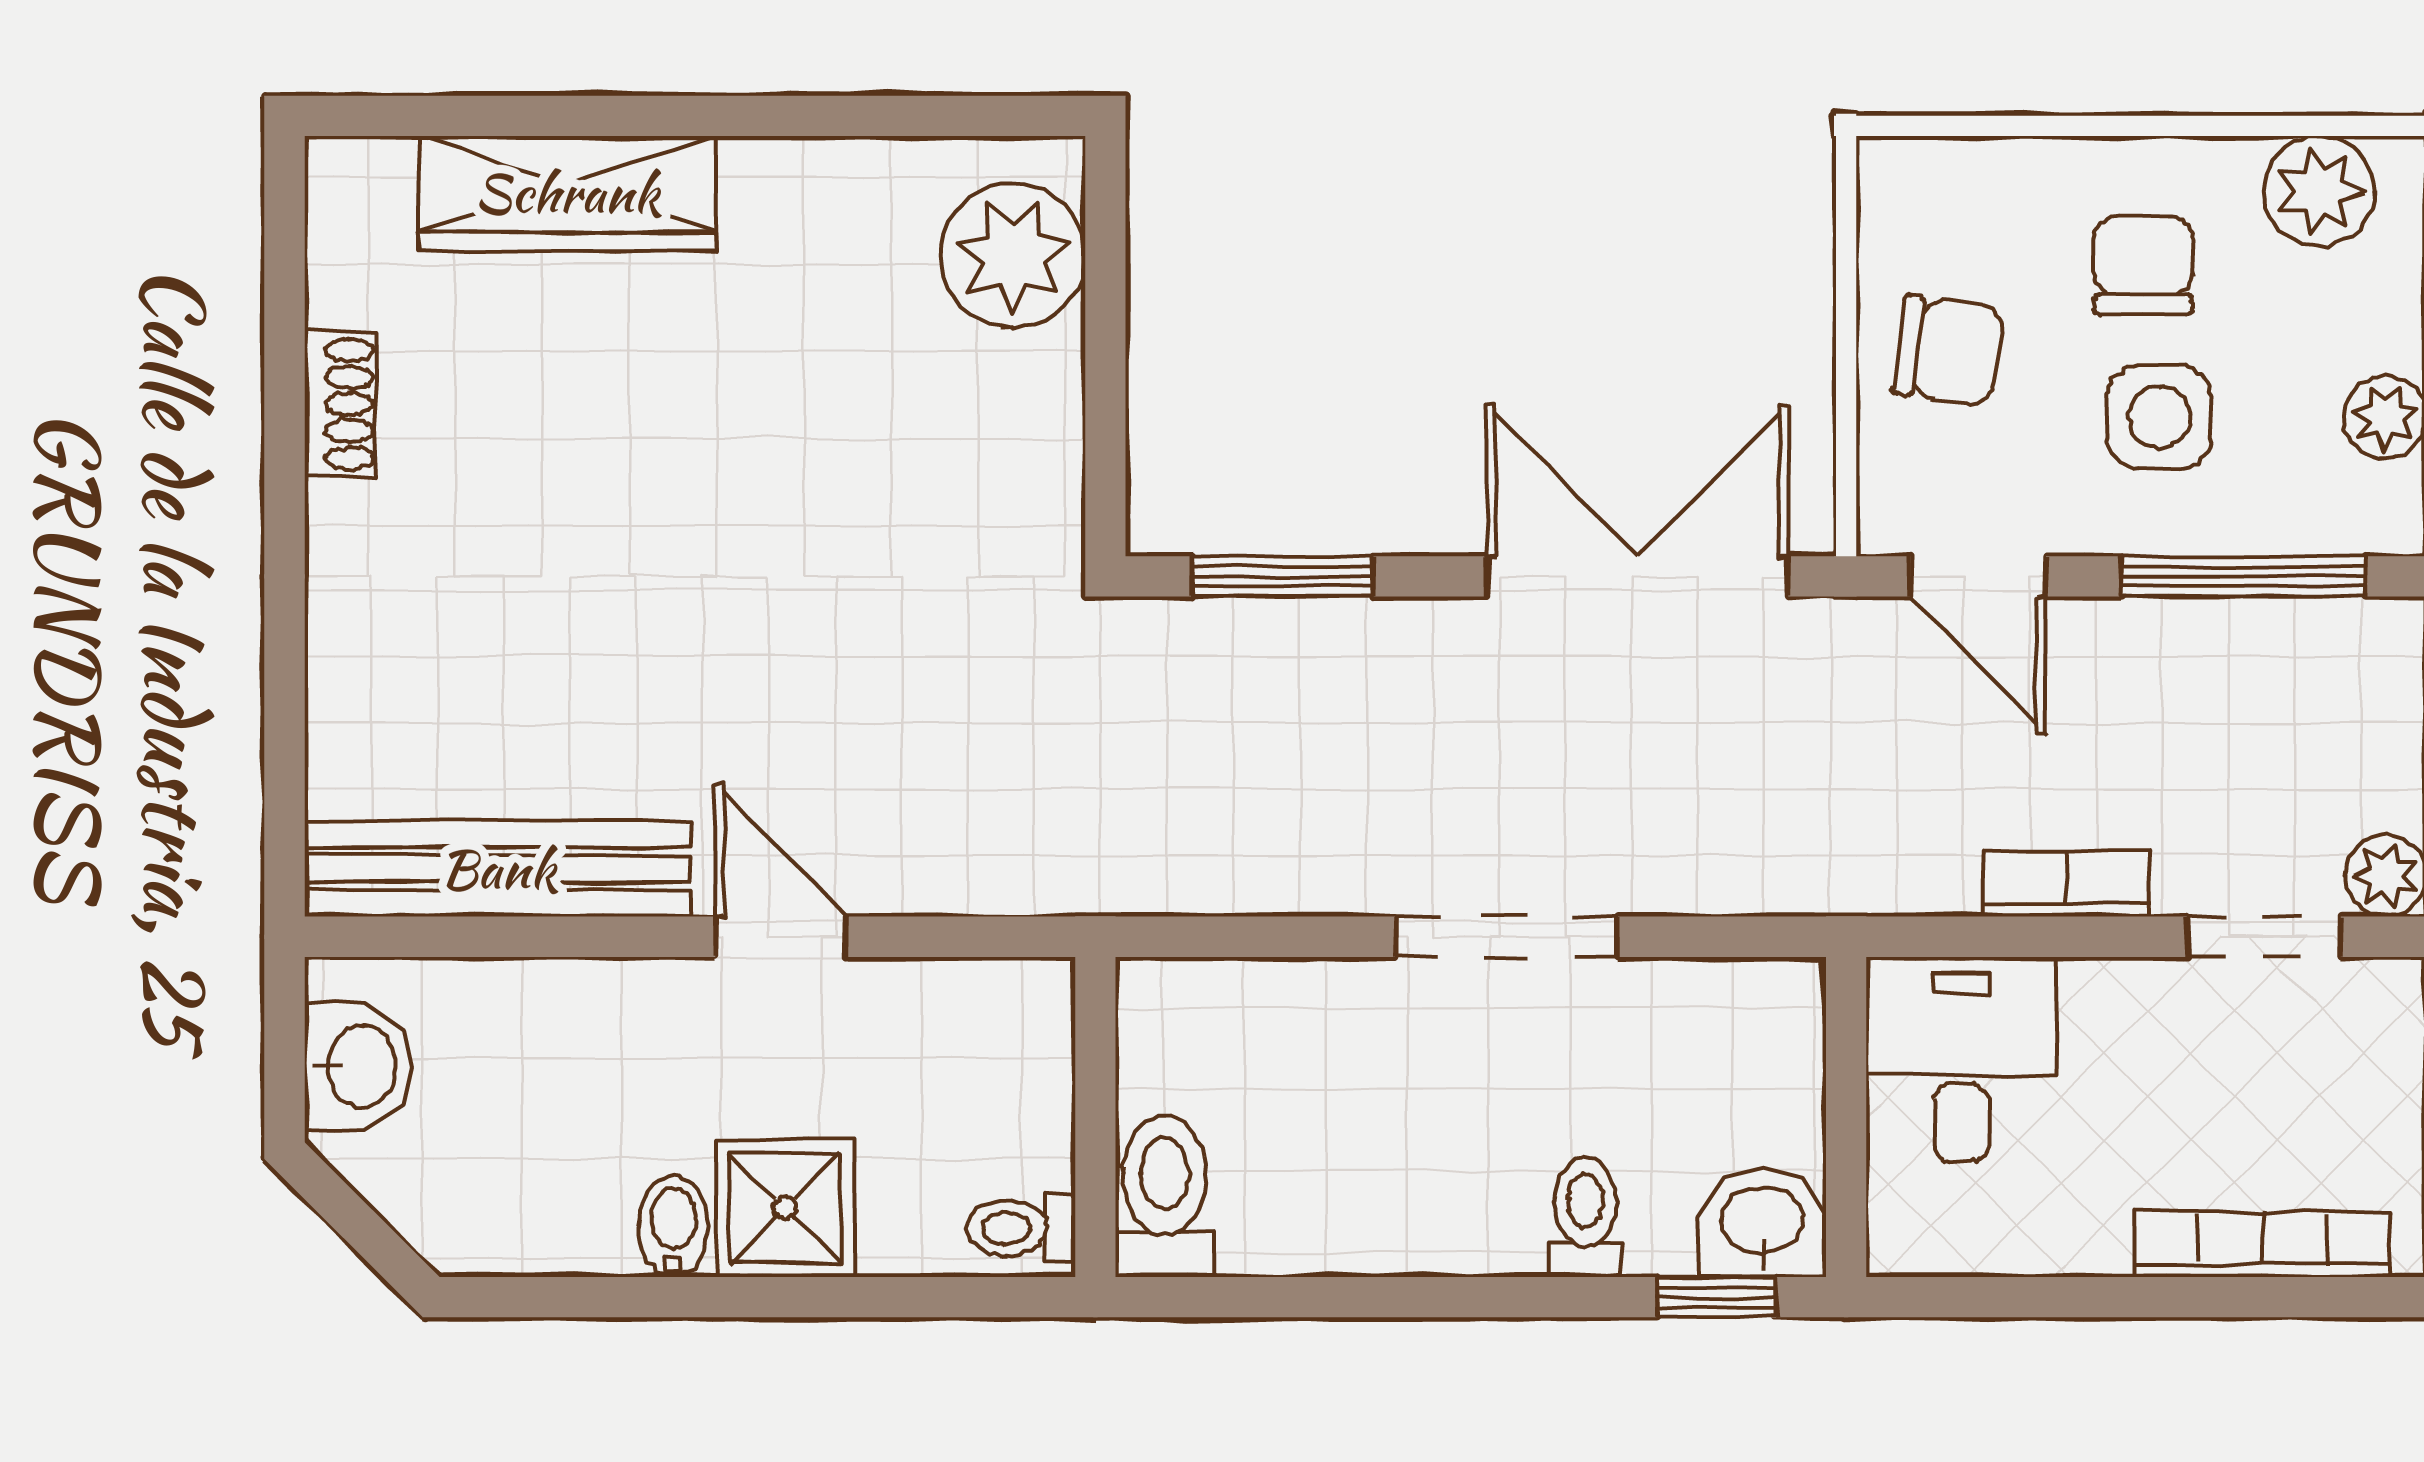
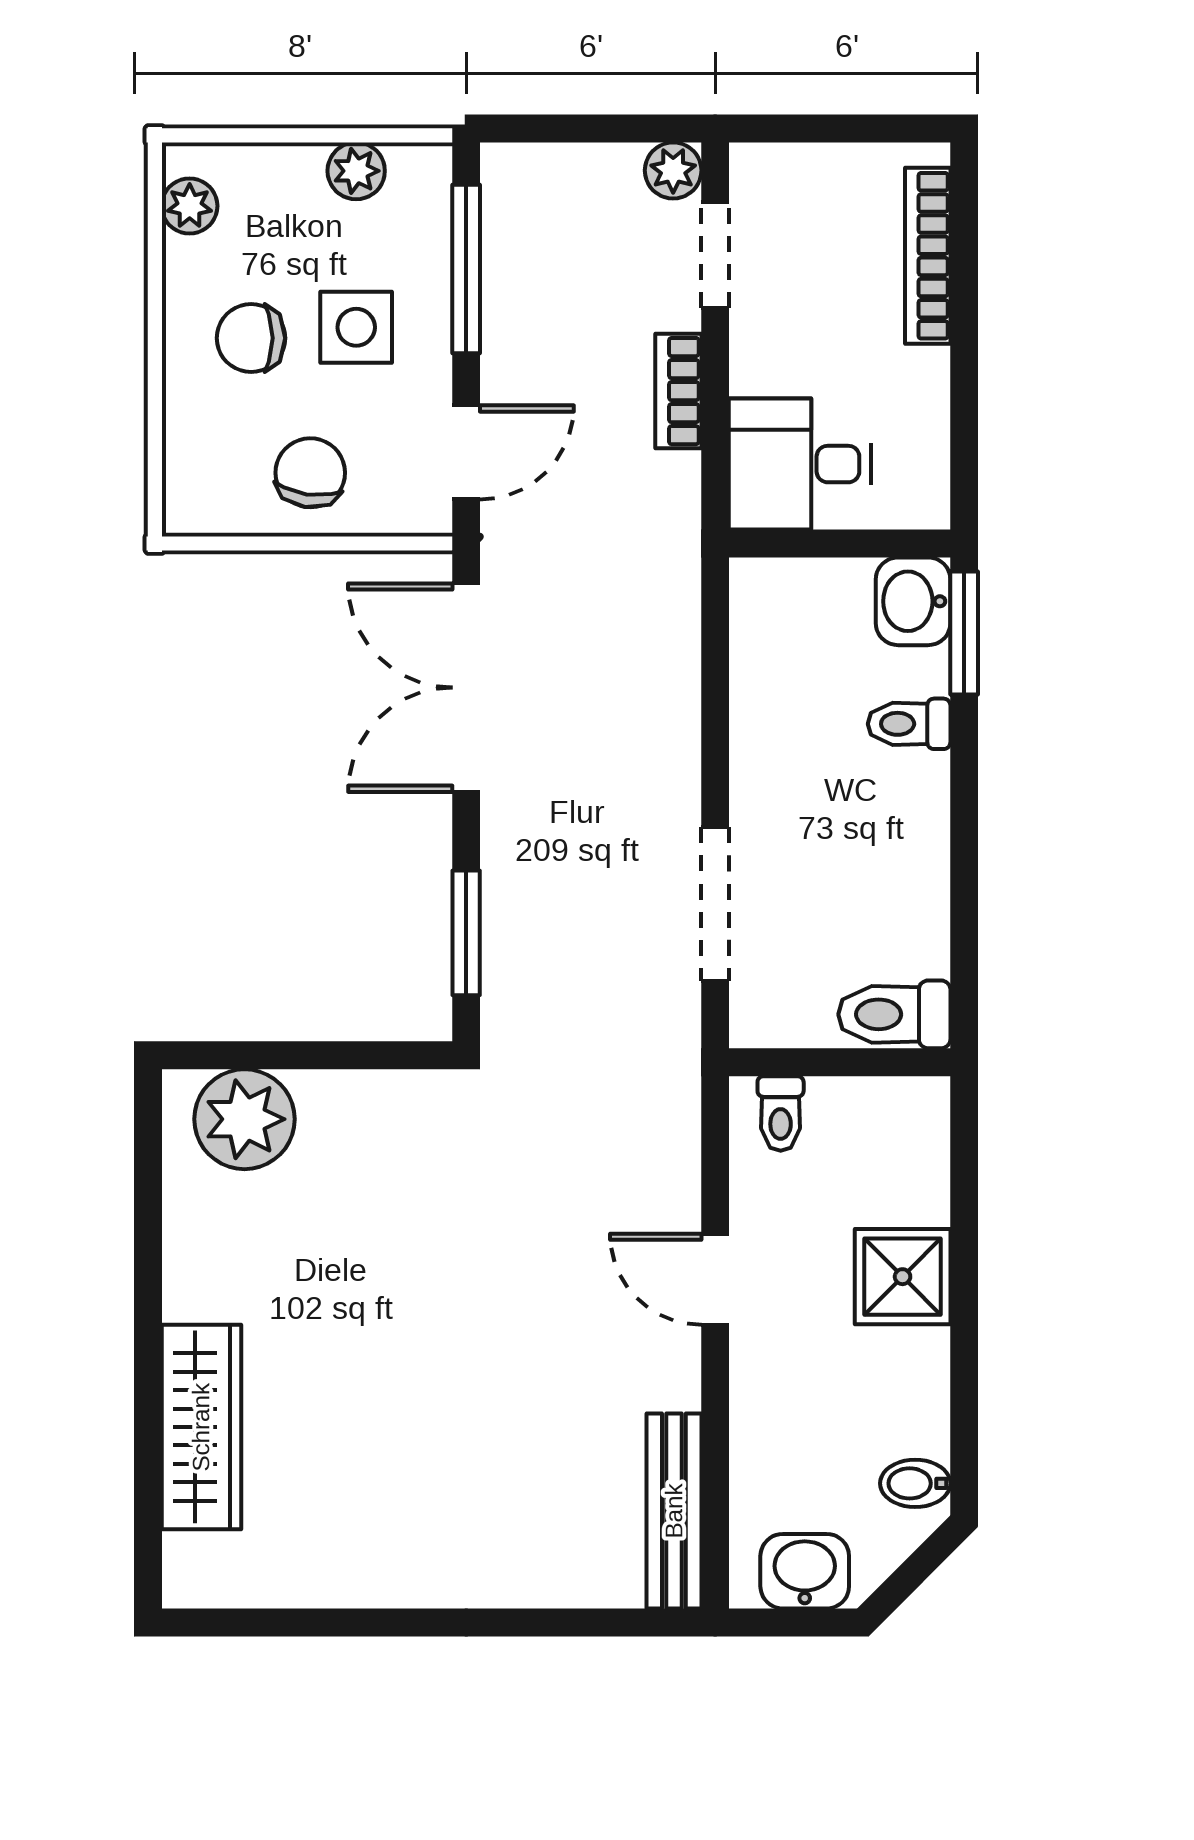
plant: (2320, 191) -> (190, 206), width x0.73, depth x0.73
shoe rack: (340, 404) -> (347, 1584), removed
bench: (498, 869) -> (674, 1511), width x0.73, depth x0.82
door: (781, 937) -> (715, 1279), hinge flipped
doorway: (1506, 937) -> (715, 904), moved
bidet: (673, 1226) -> (915, 1483), moved
toilet: (1021, 1228) -> (781, 1114), moved
window: (1717, 1297) -> (964, 633), width x1.50

